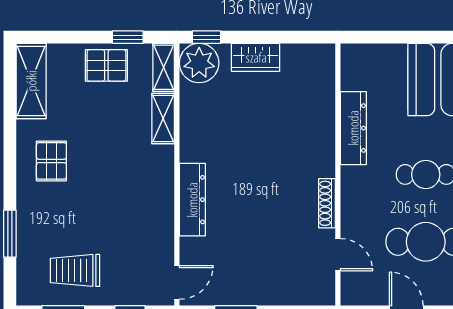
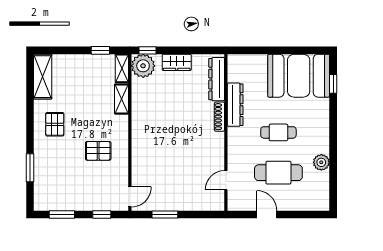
pallet: (106, 65) -> (98, 151), moved
dresser: (192, 200) -> (217, 79), moved, turned 180
shoe rack: (327, 203) -> (219, 117), moved
door: (338, 255) -> (226, 180), swing flipped
trolley: (75, 270) -> (69, 190), removed

